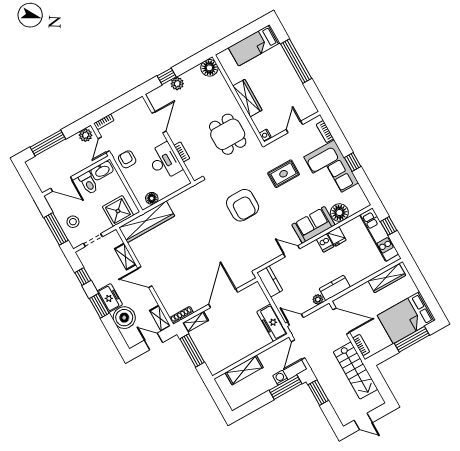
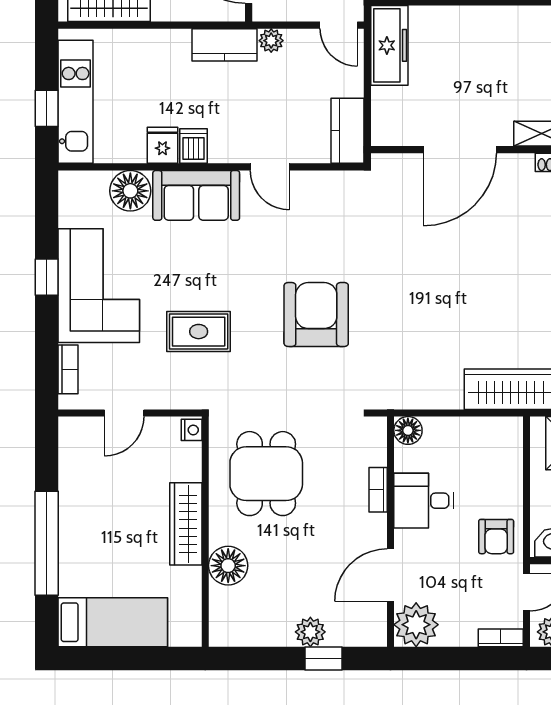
floor lamp: (209, 68) -> (228, 566), moved
plant: (139, 109) -> (416, 625), added
desk: (164, 161) -> (424, 501), width x0.73
floor lamp: (152, 198) -> (408, 430), moved

